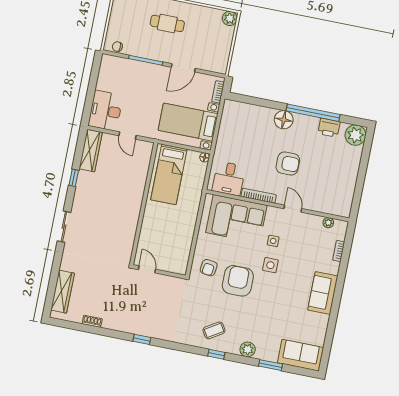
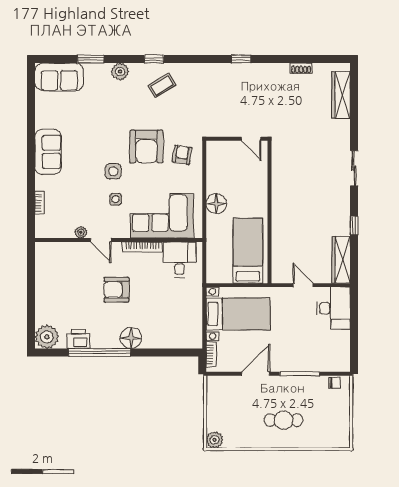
floor lamp: (205, 157) -> (216, 204), moved, width x1.89, depth x1.89
plant: (328, 223) -> (81, 232), moved

